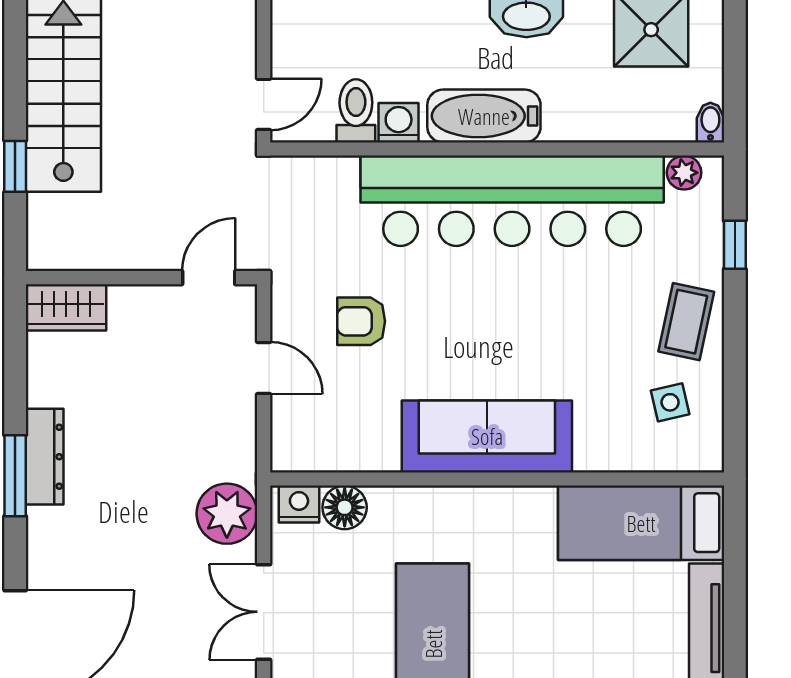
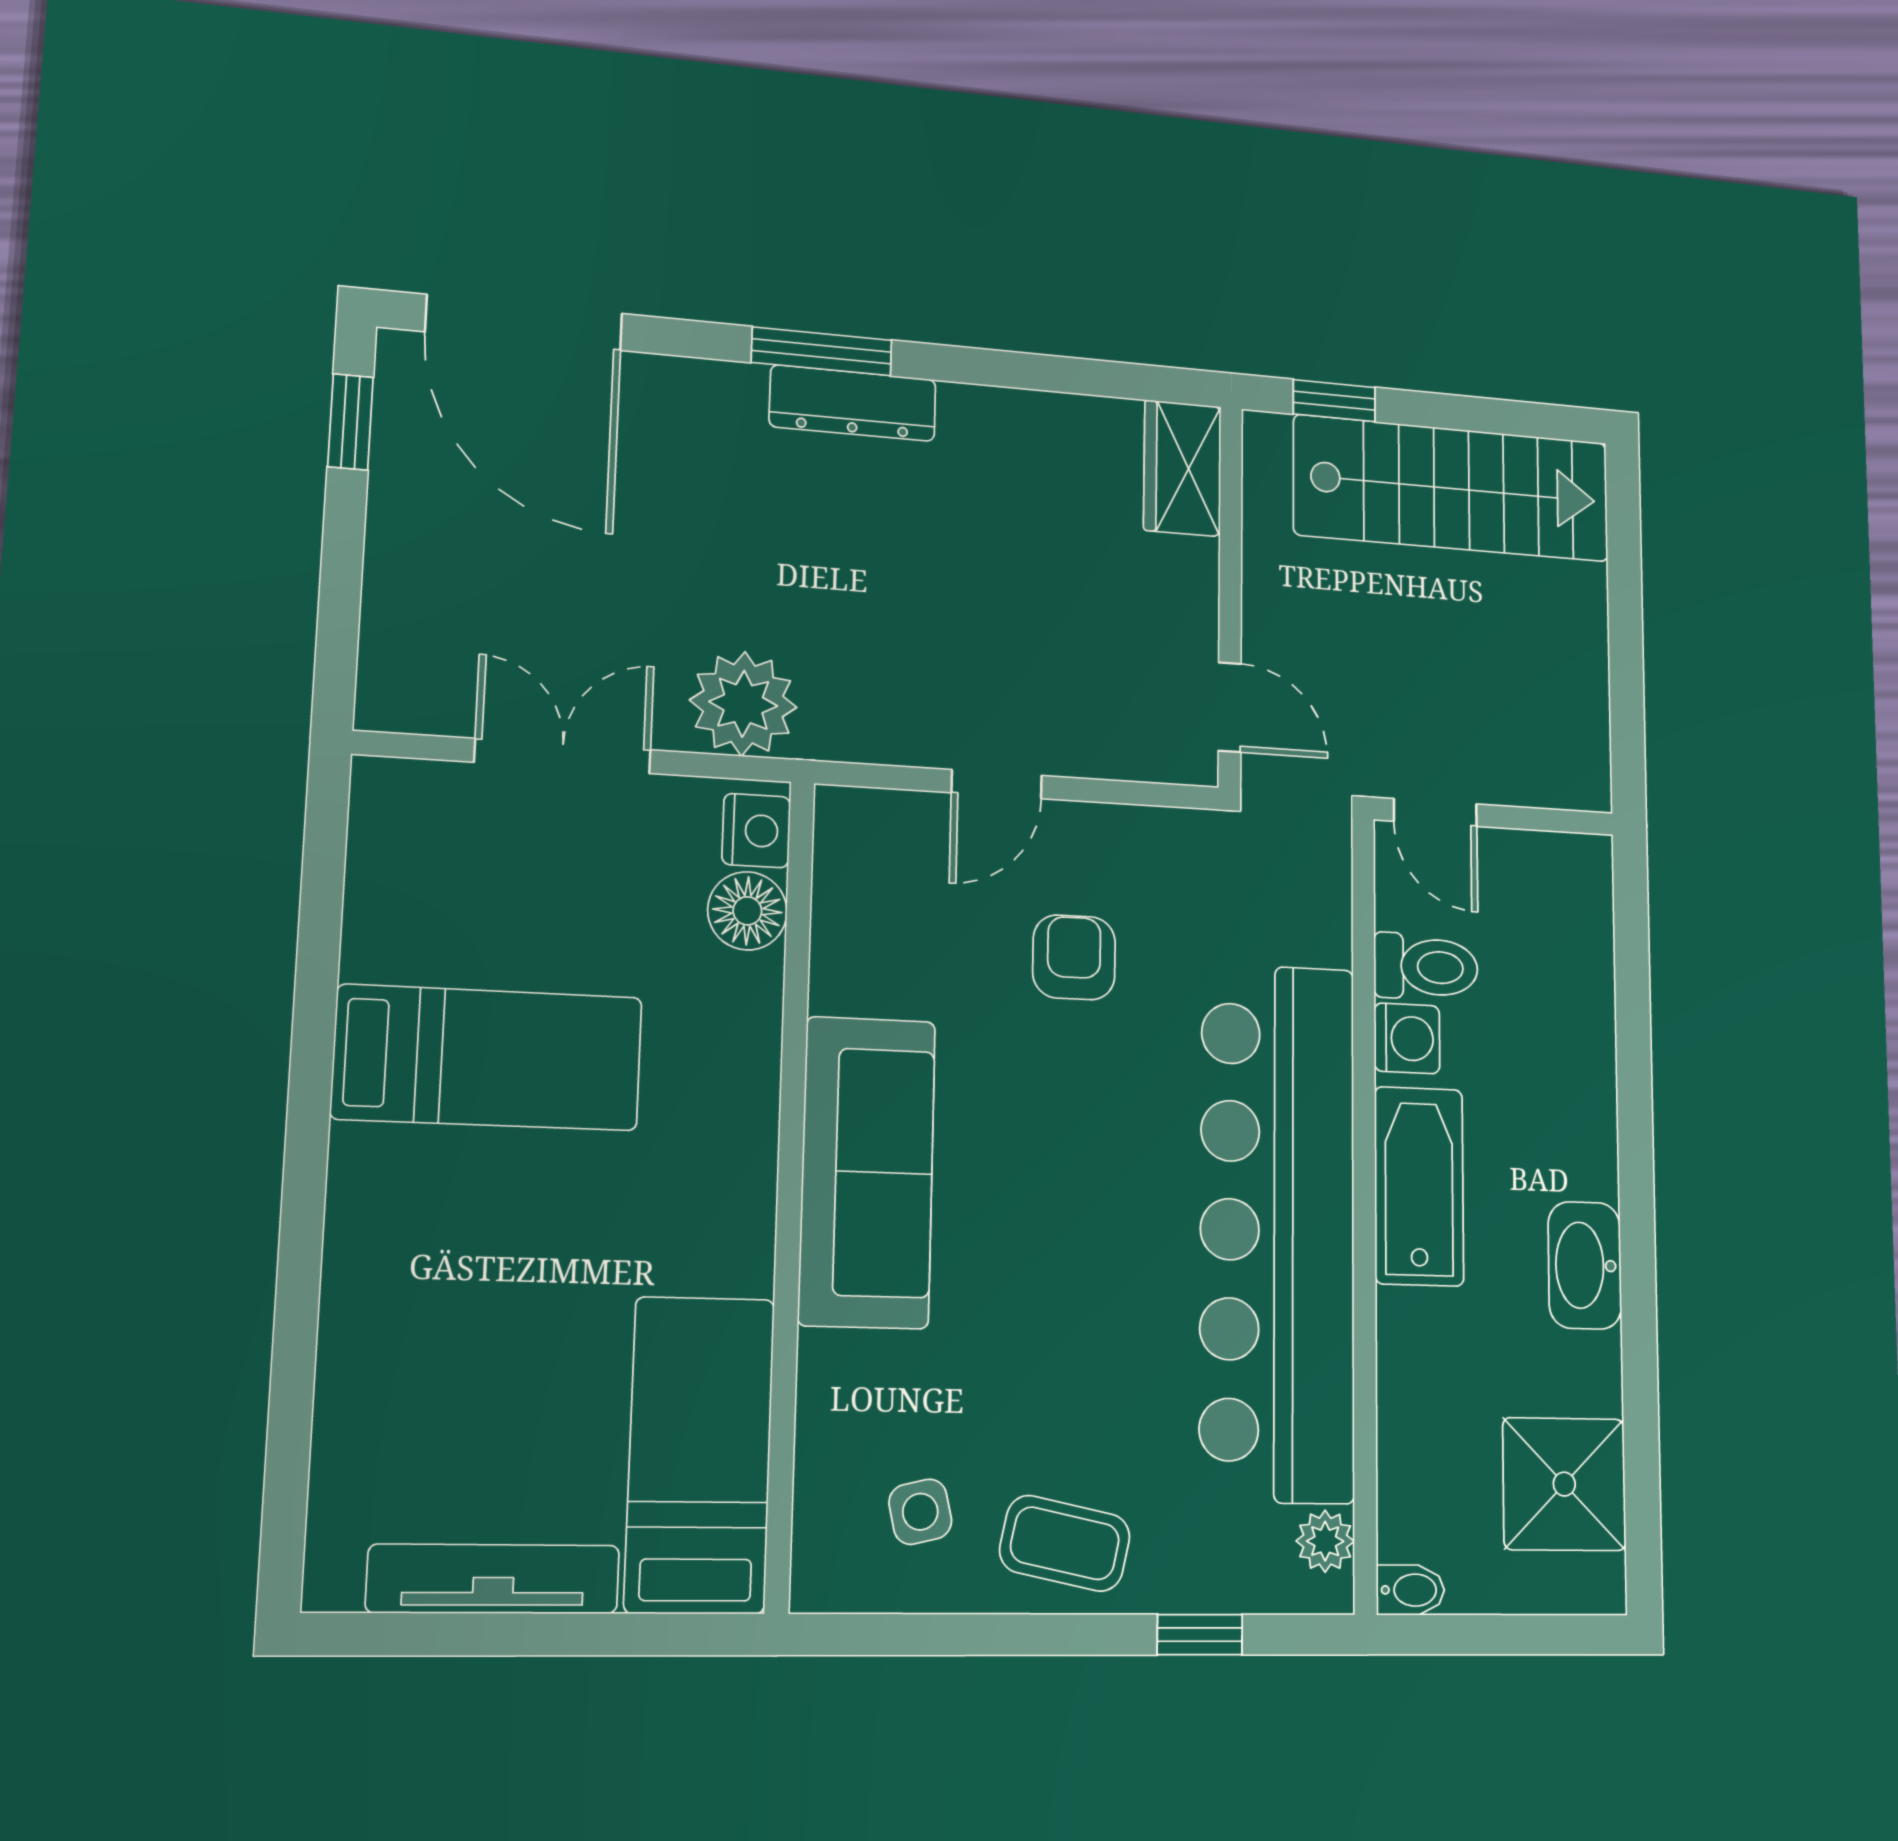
wall: (141, 278) -> (1230, 596), moved
door: (209, 278) -> (1230, 707), moved
wardrobe: (66, 307) -> (1182, 468), moved

